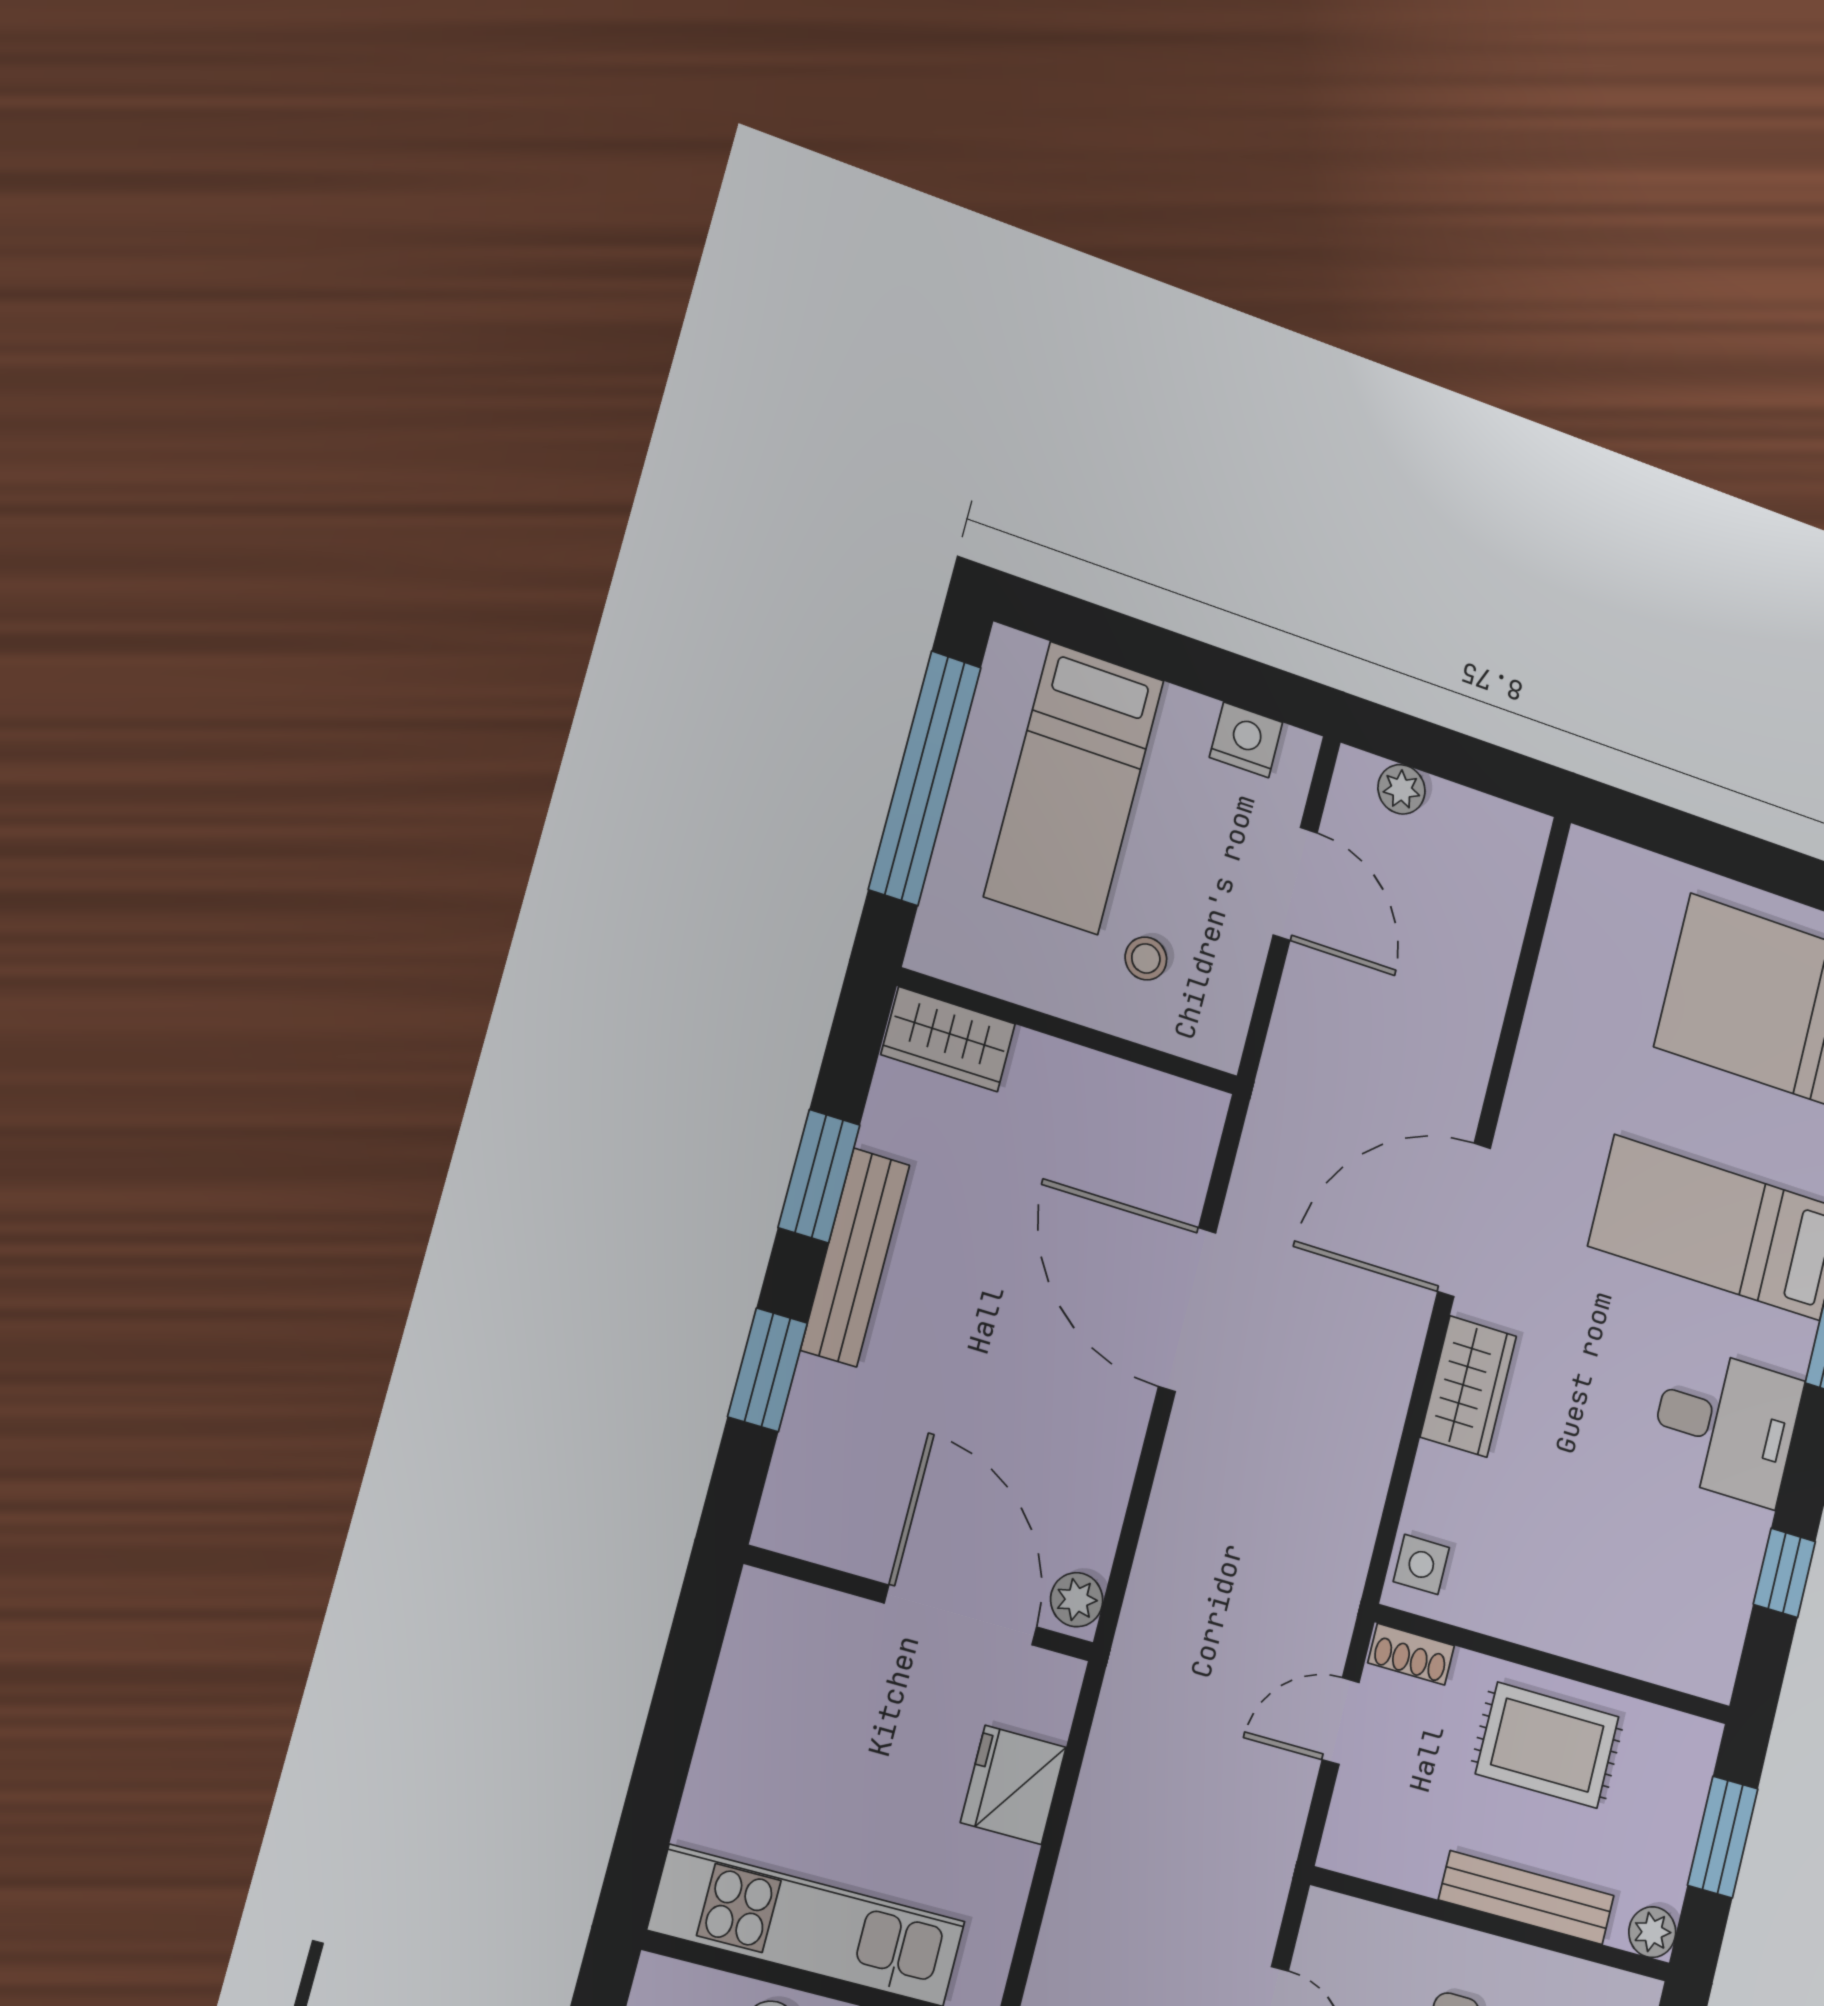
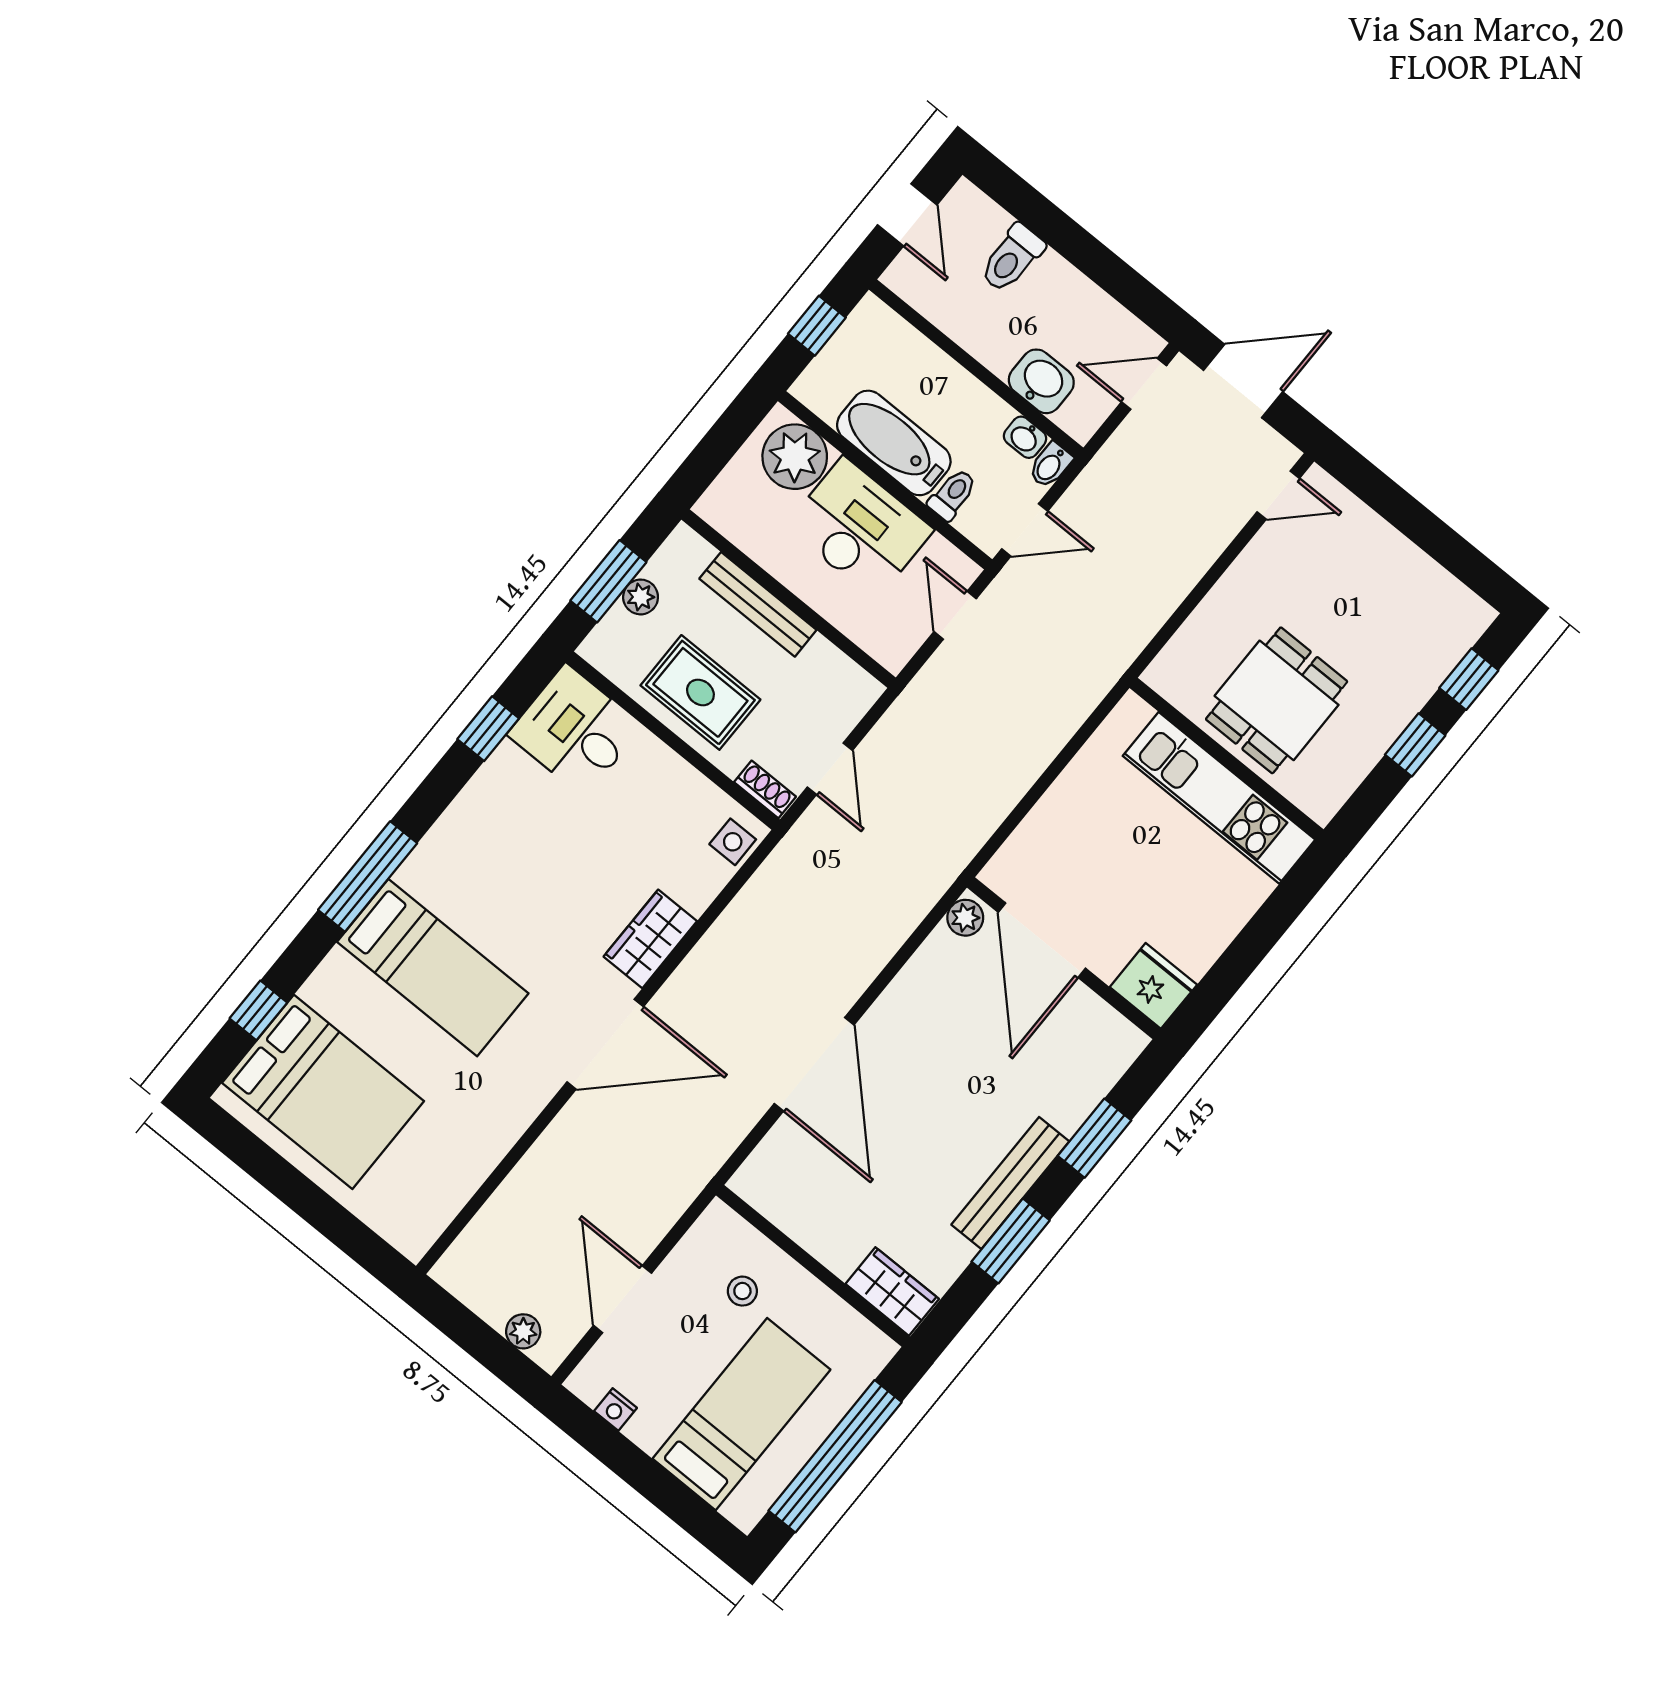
nightstand: (1246, 740) -> (616, 1410), width x0.72, depth x0.74
desk: (1725, 1426) -> (575, 730), moved
door: (1341, 1721) -> (830, 769), hinge flipped
fridge: (1013, 1785) -> (1153, 986), moved, turned -90
plant: (1652, 1932) -> (641, 597), moved

